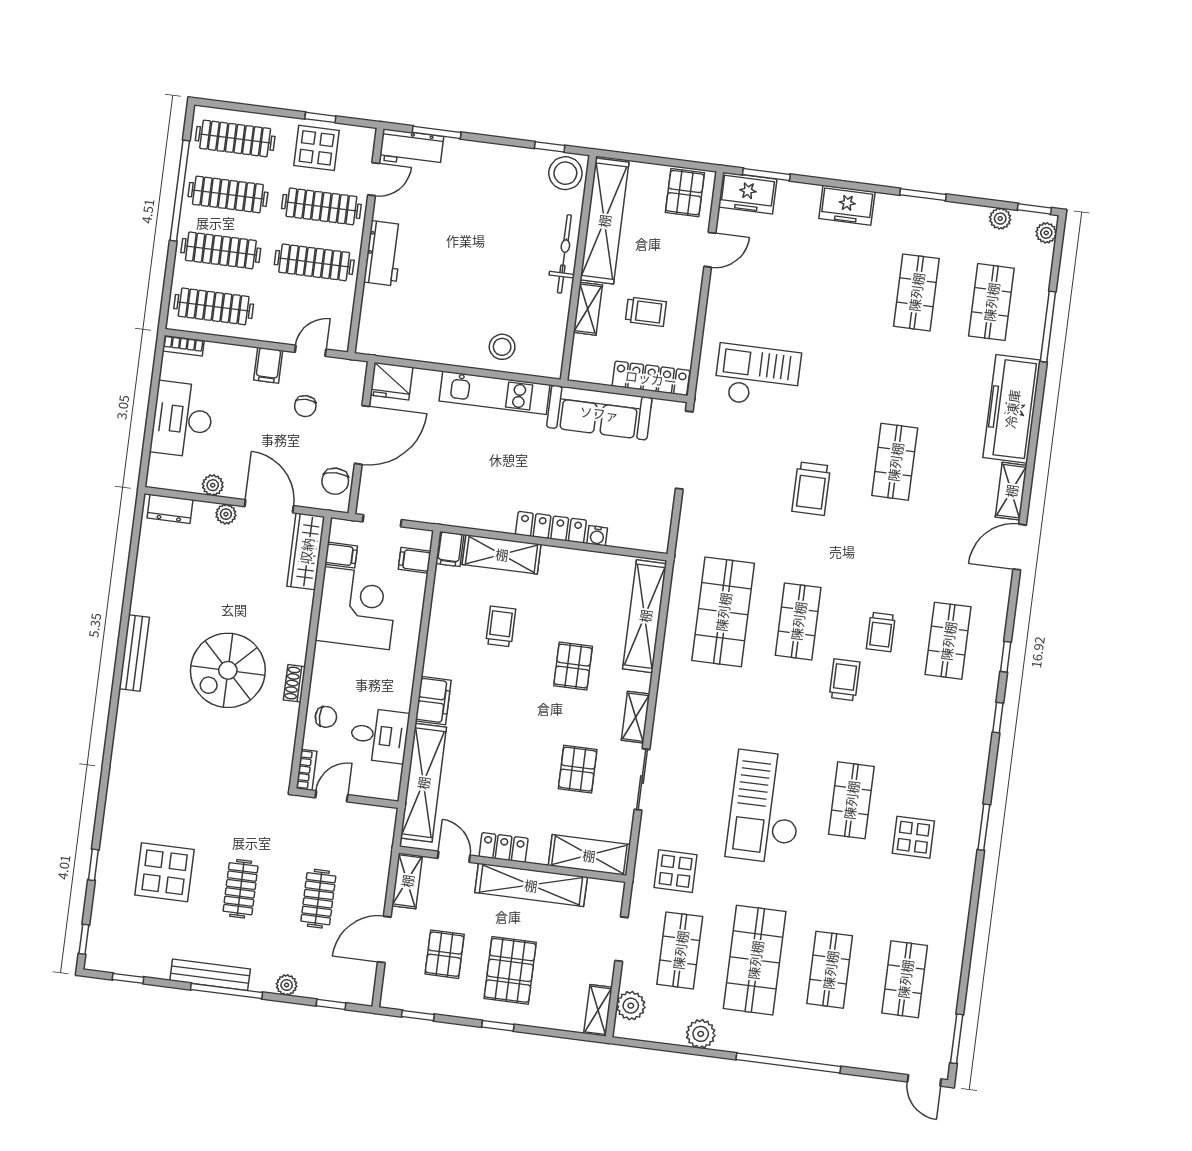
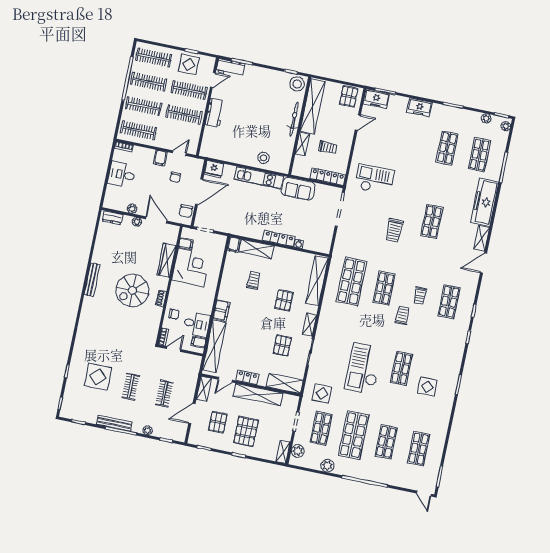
sofa: (599, 413) -> (298, 189), width x0.73
desk: (182, 419) -> (122, 175), width x0.73
wardrobe: (306, 551) -> (167, 260), moved
filing cabinet: (415, 560) -> (199, 342), moved
door: (454, 857) -> (225, 380), swing flipped

